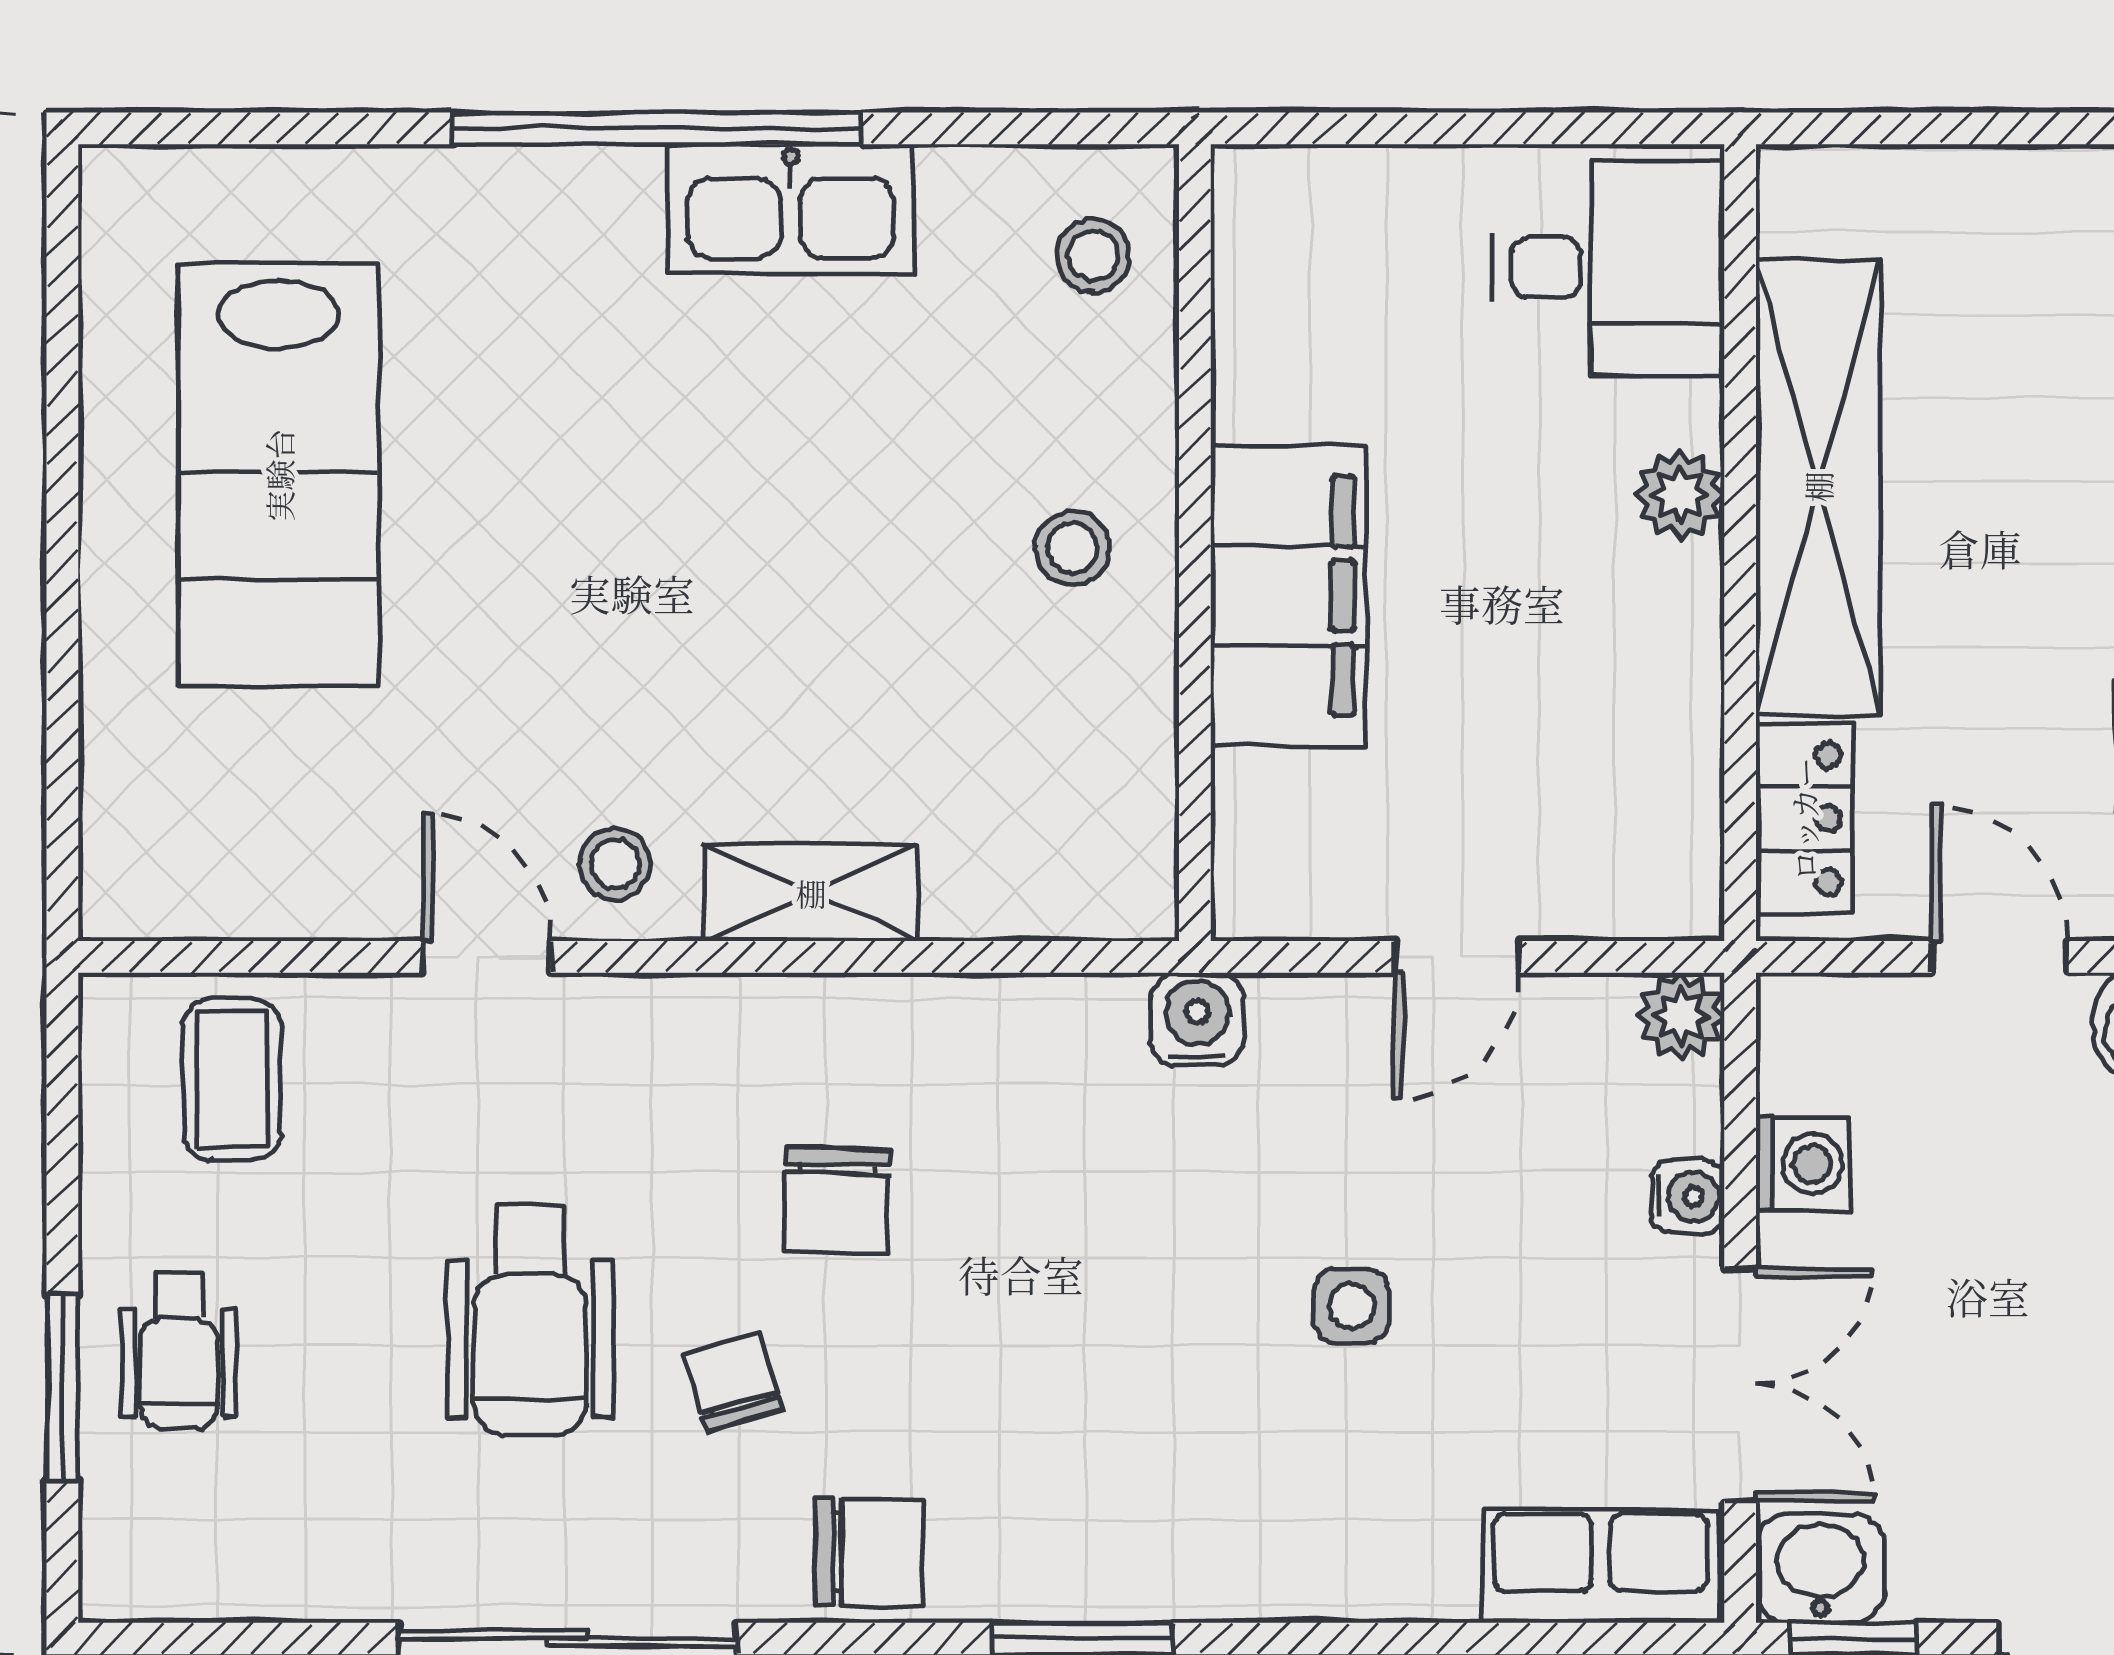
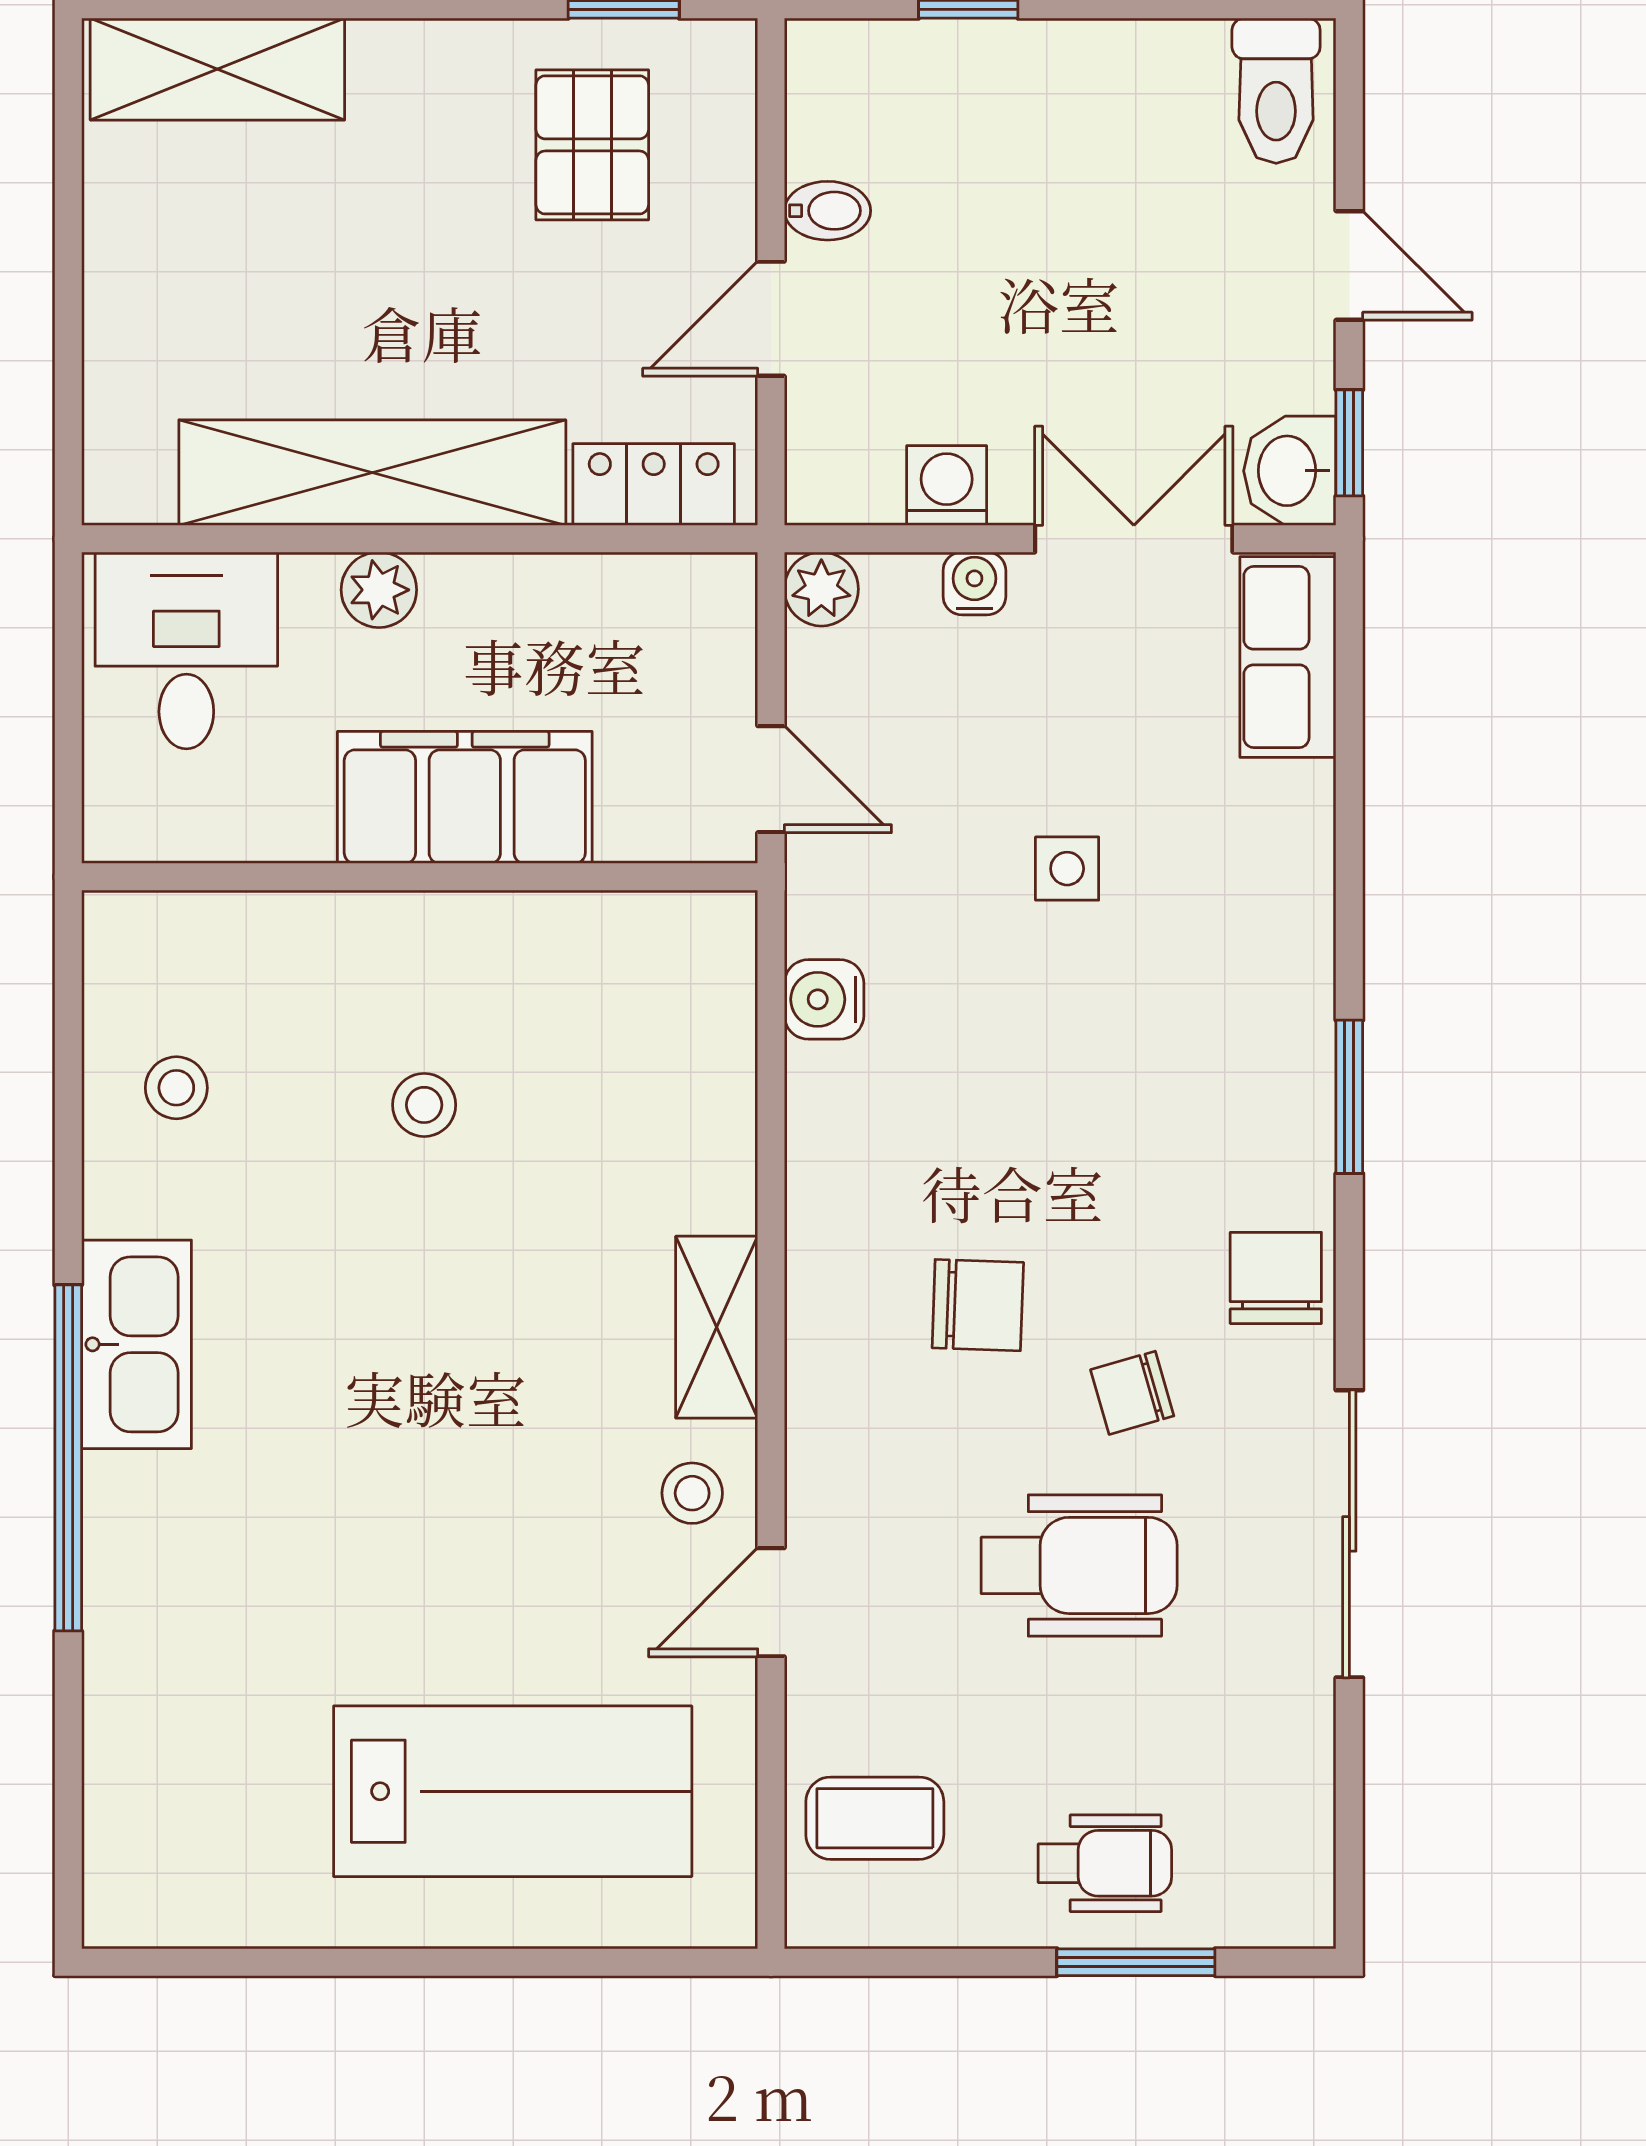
lab bench: (279, 475) -> (513, 1791), moved
wall: (1195, 543) -> (420, 877), moved
filing cabinet: (1288, 596) -> (465, 797), moved

